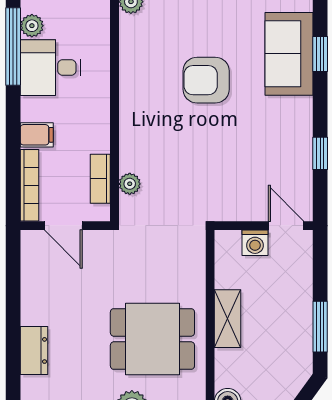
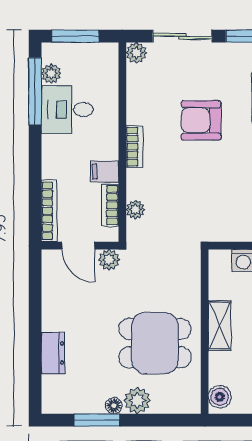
bookcase: (129, 111) -> (134, 147), added
filing cabinet: (37, 135) -> (104, 172), moved, turned 180
plant: (99, 242) -> (109, 260), added

